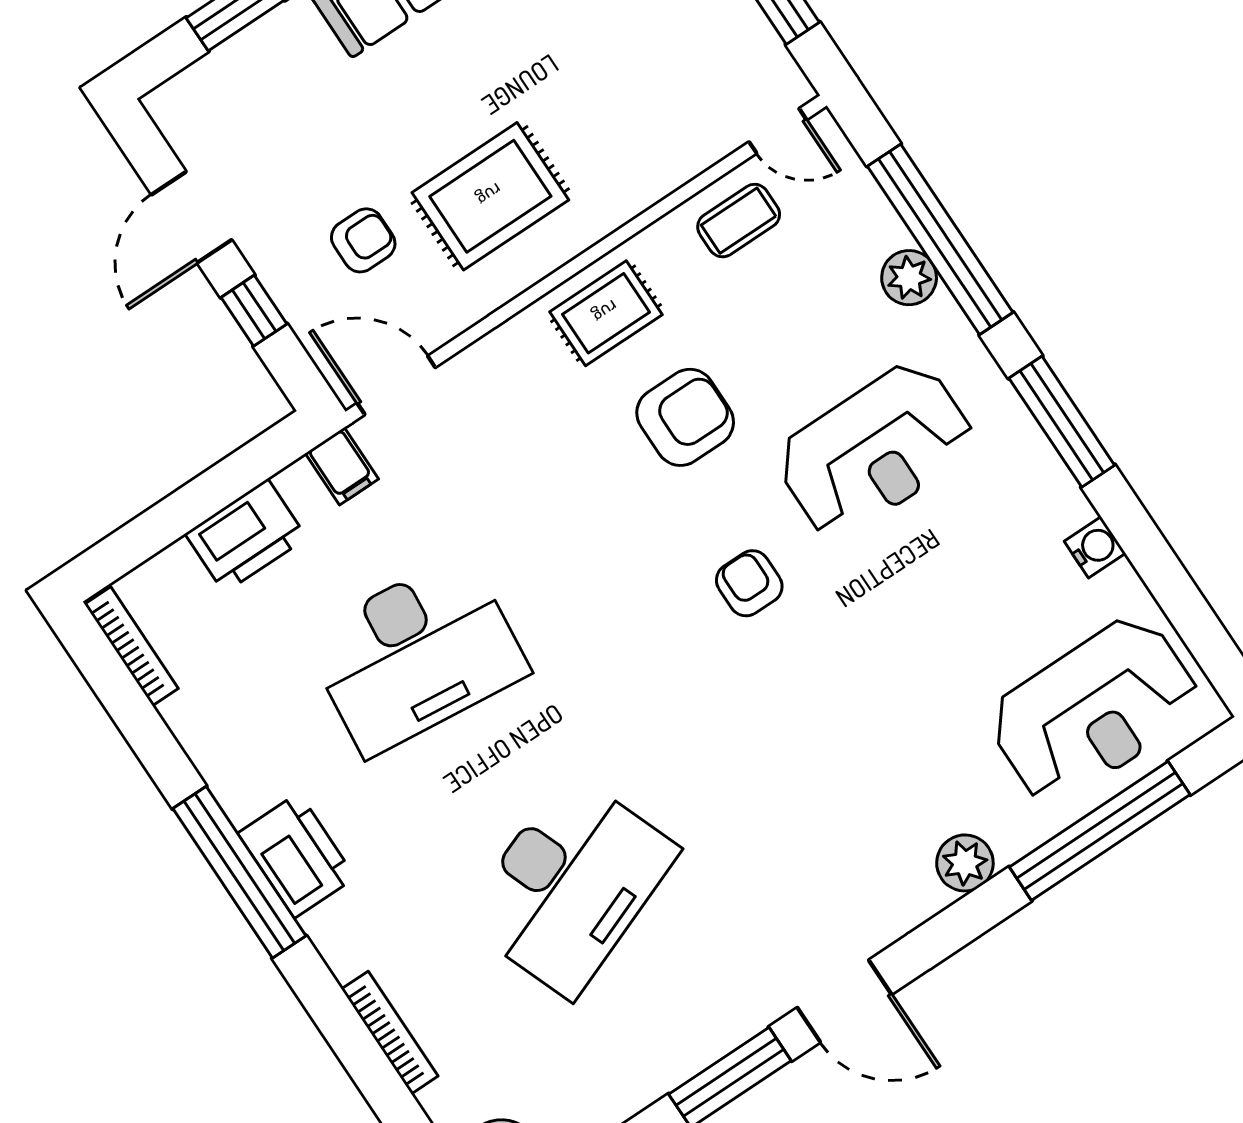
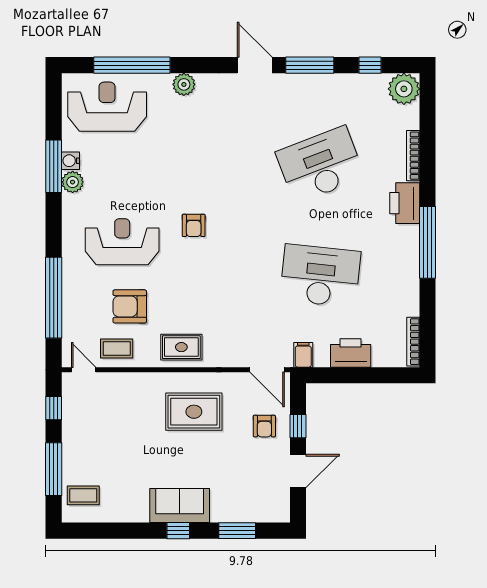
armchair: (363, 240) -> (264, 426), moved, turned -90
plant: (909, 278) -> (73, 182), moved
armchair: (685, 417) -> (130, 306), moved
window: (1062, 422) -> (54, 166), moved
printer: (297, 855) -> (405, 203), moved

